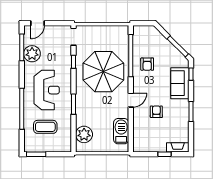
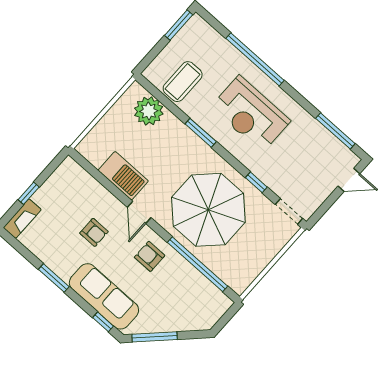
door: (37, 23) -> (349, 180), swing flipped
plant: (32, 54) -> (315, 137), removed
armchair: (147, 64) -> (150, 256), moved
sofa: (180, 83) -> (104, 296), width x1.36
coffee table: (45, 127) -> (183, 82), moved
barbecue: (121, 131) -> (123, 176), moved

